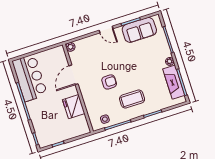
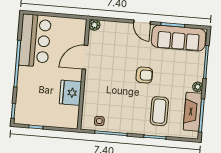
sofa: (139, 30) -> (179, 38), width x1.36
armchair: (109, 82) -> (144, 75), moved
coffee table: (132, 99) -> (159, 111), moved, turned 90

